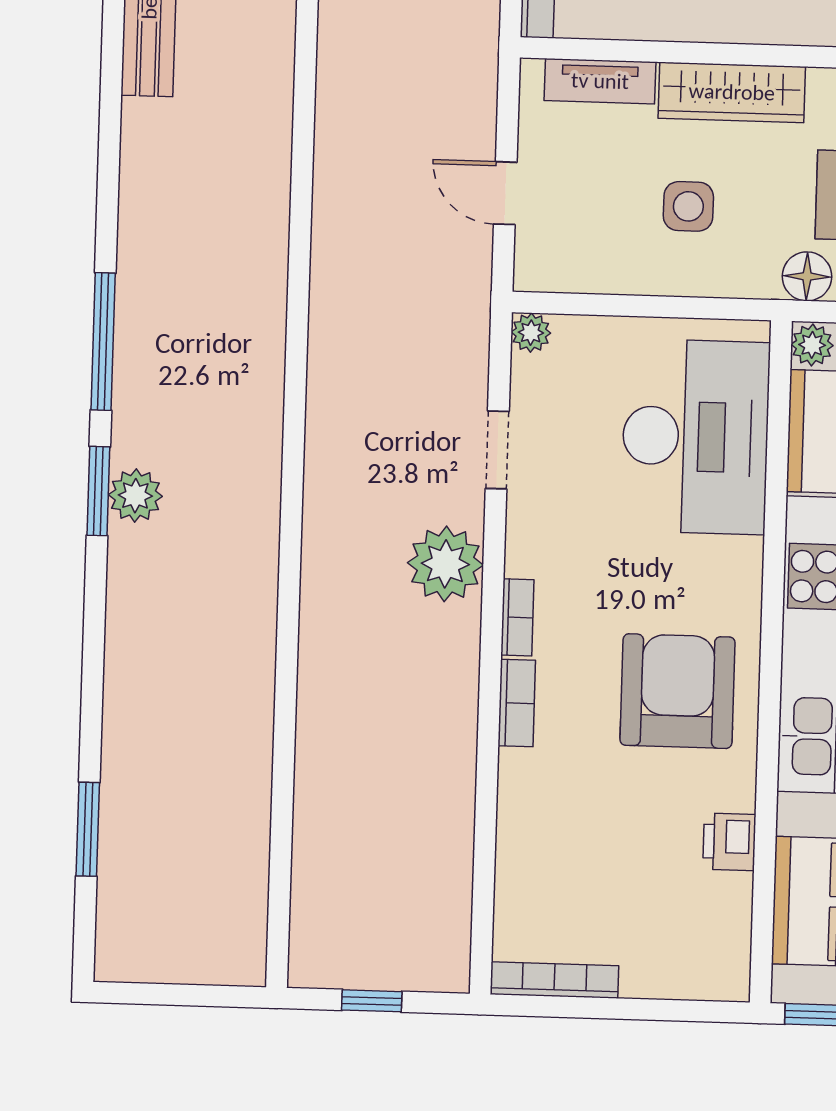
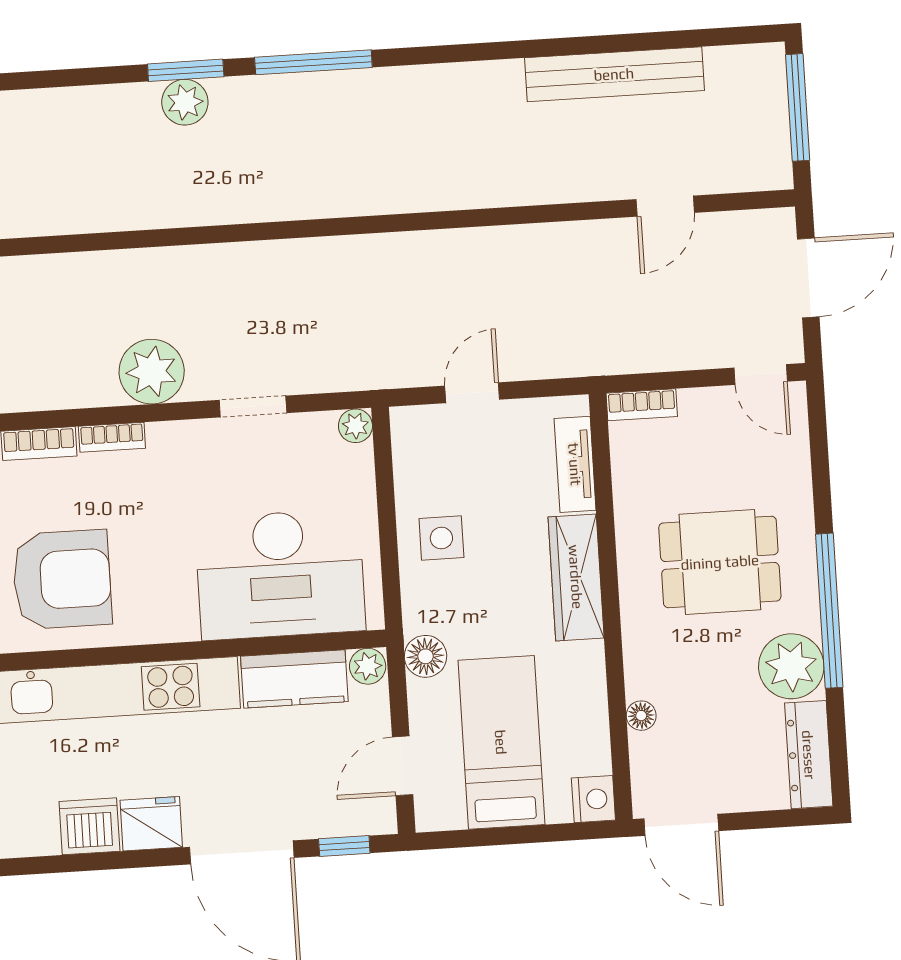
side table: (688, 206) -> (441, 538), moved

